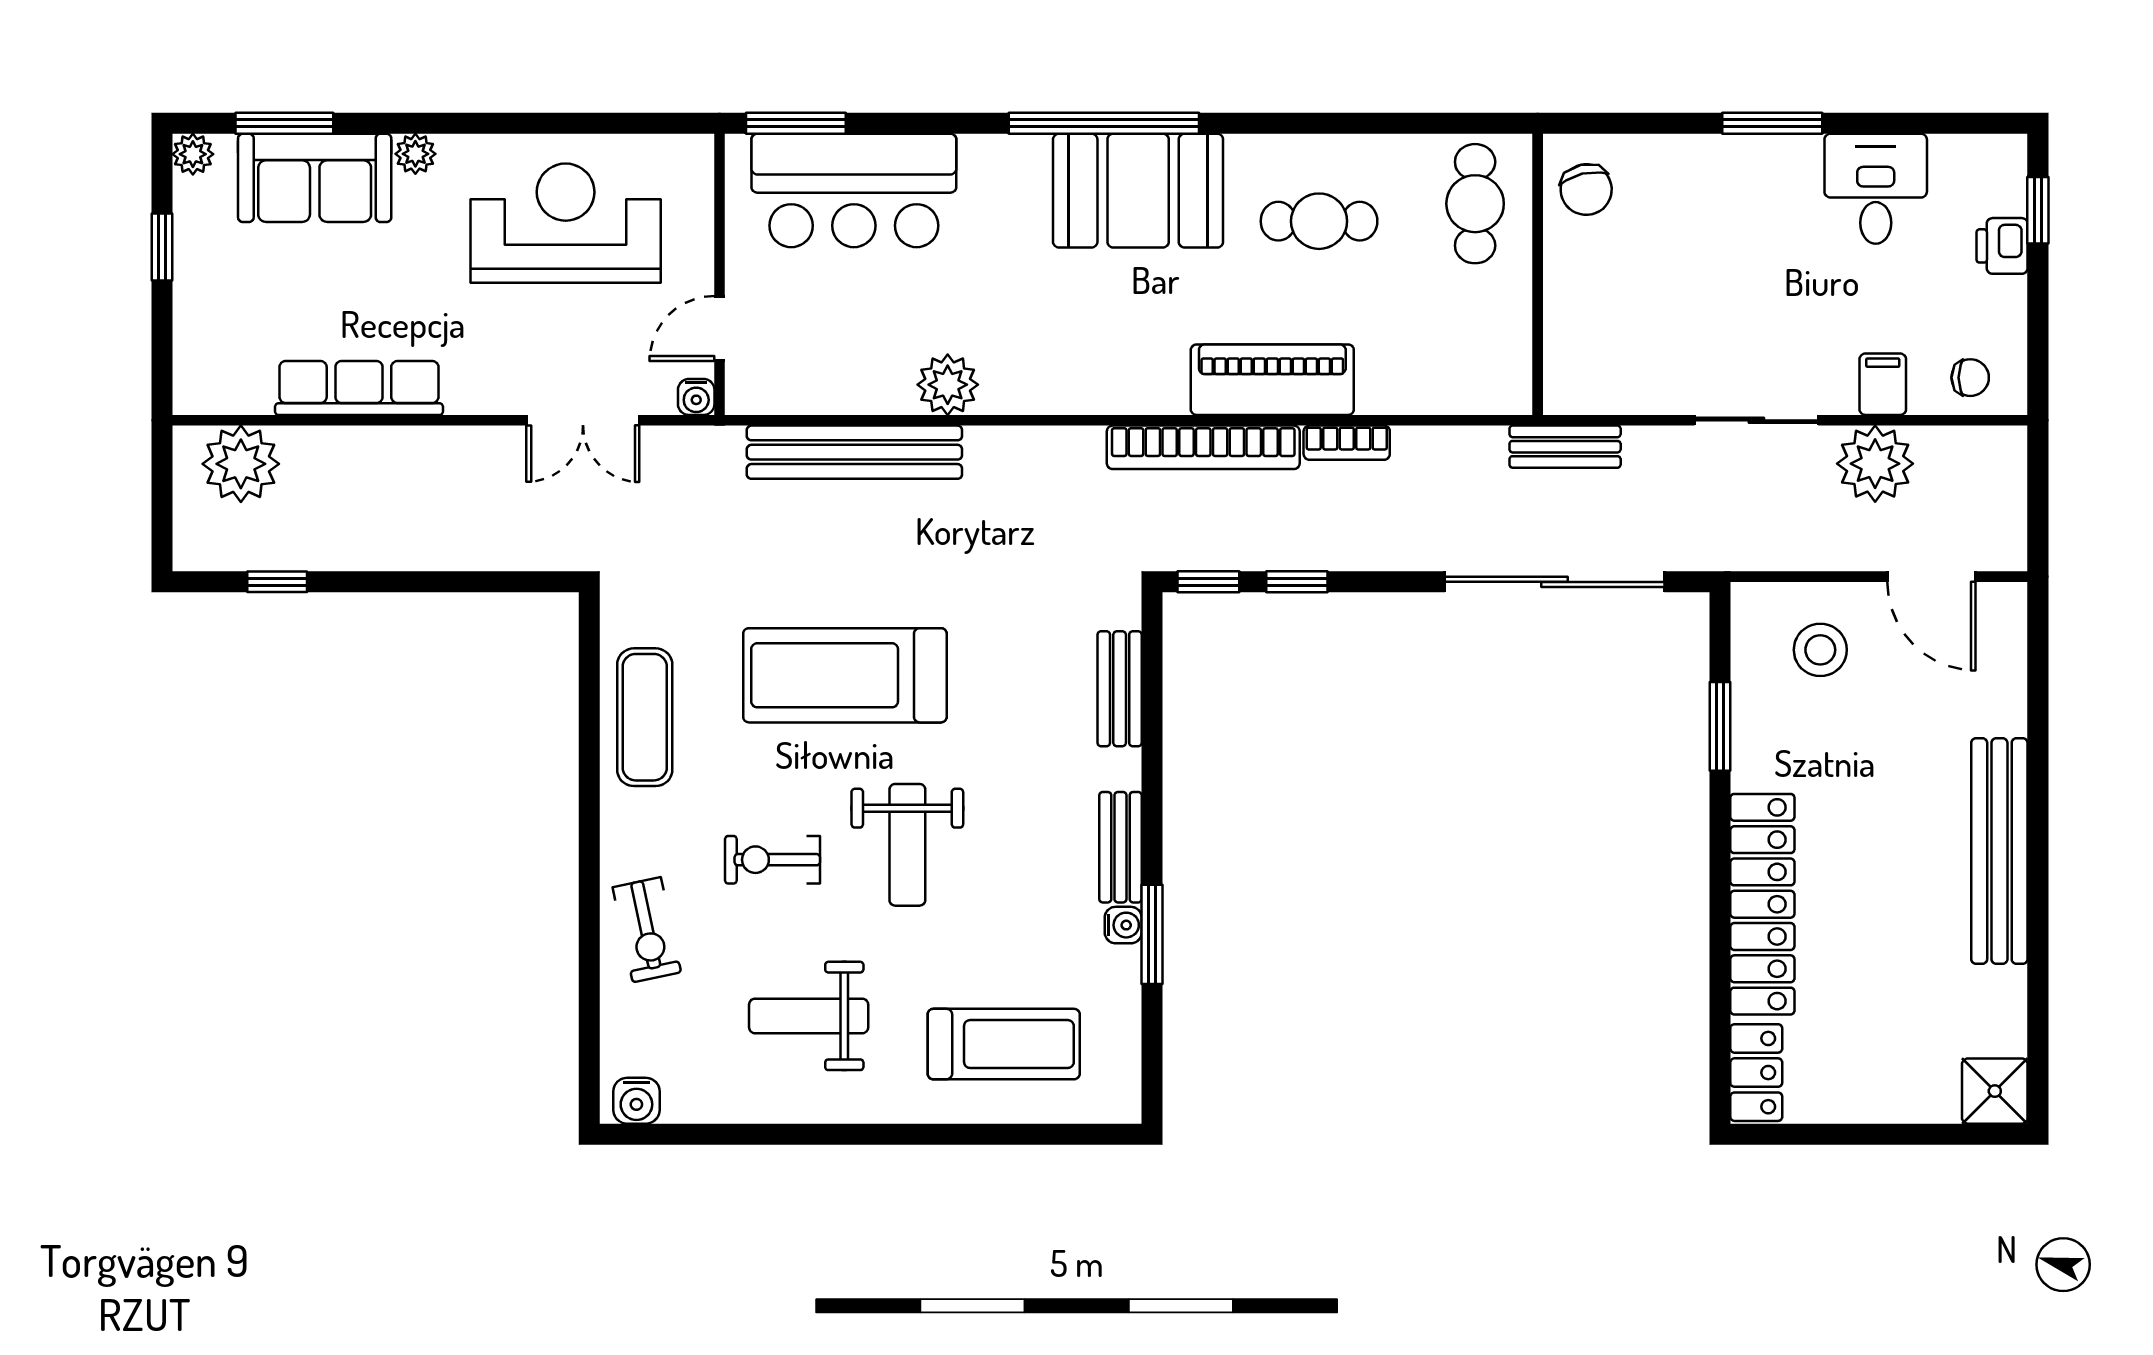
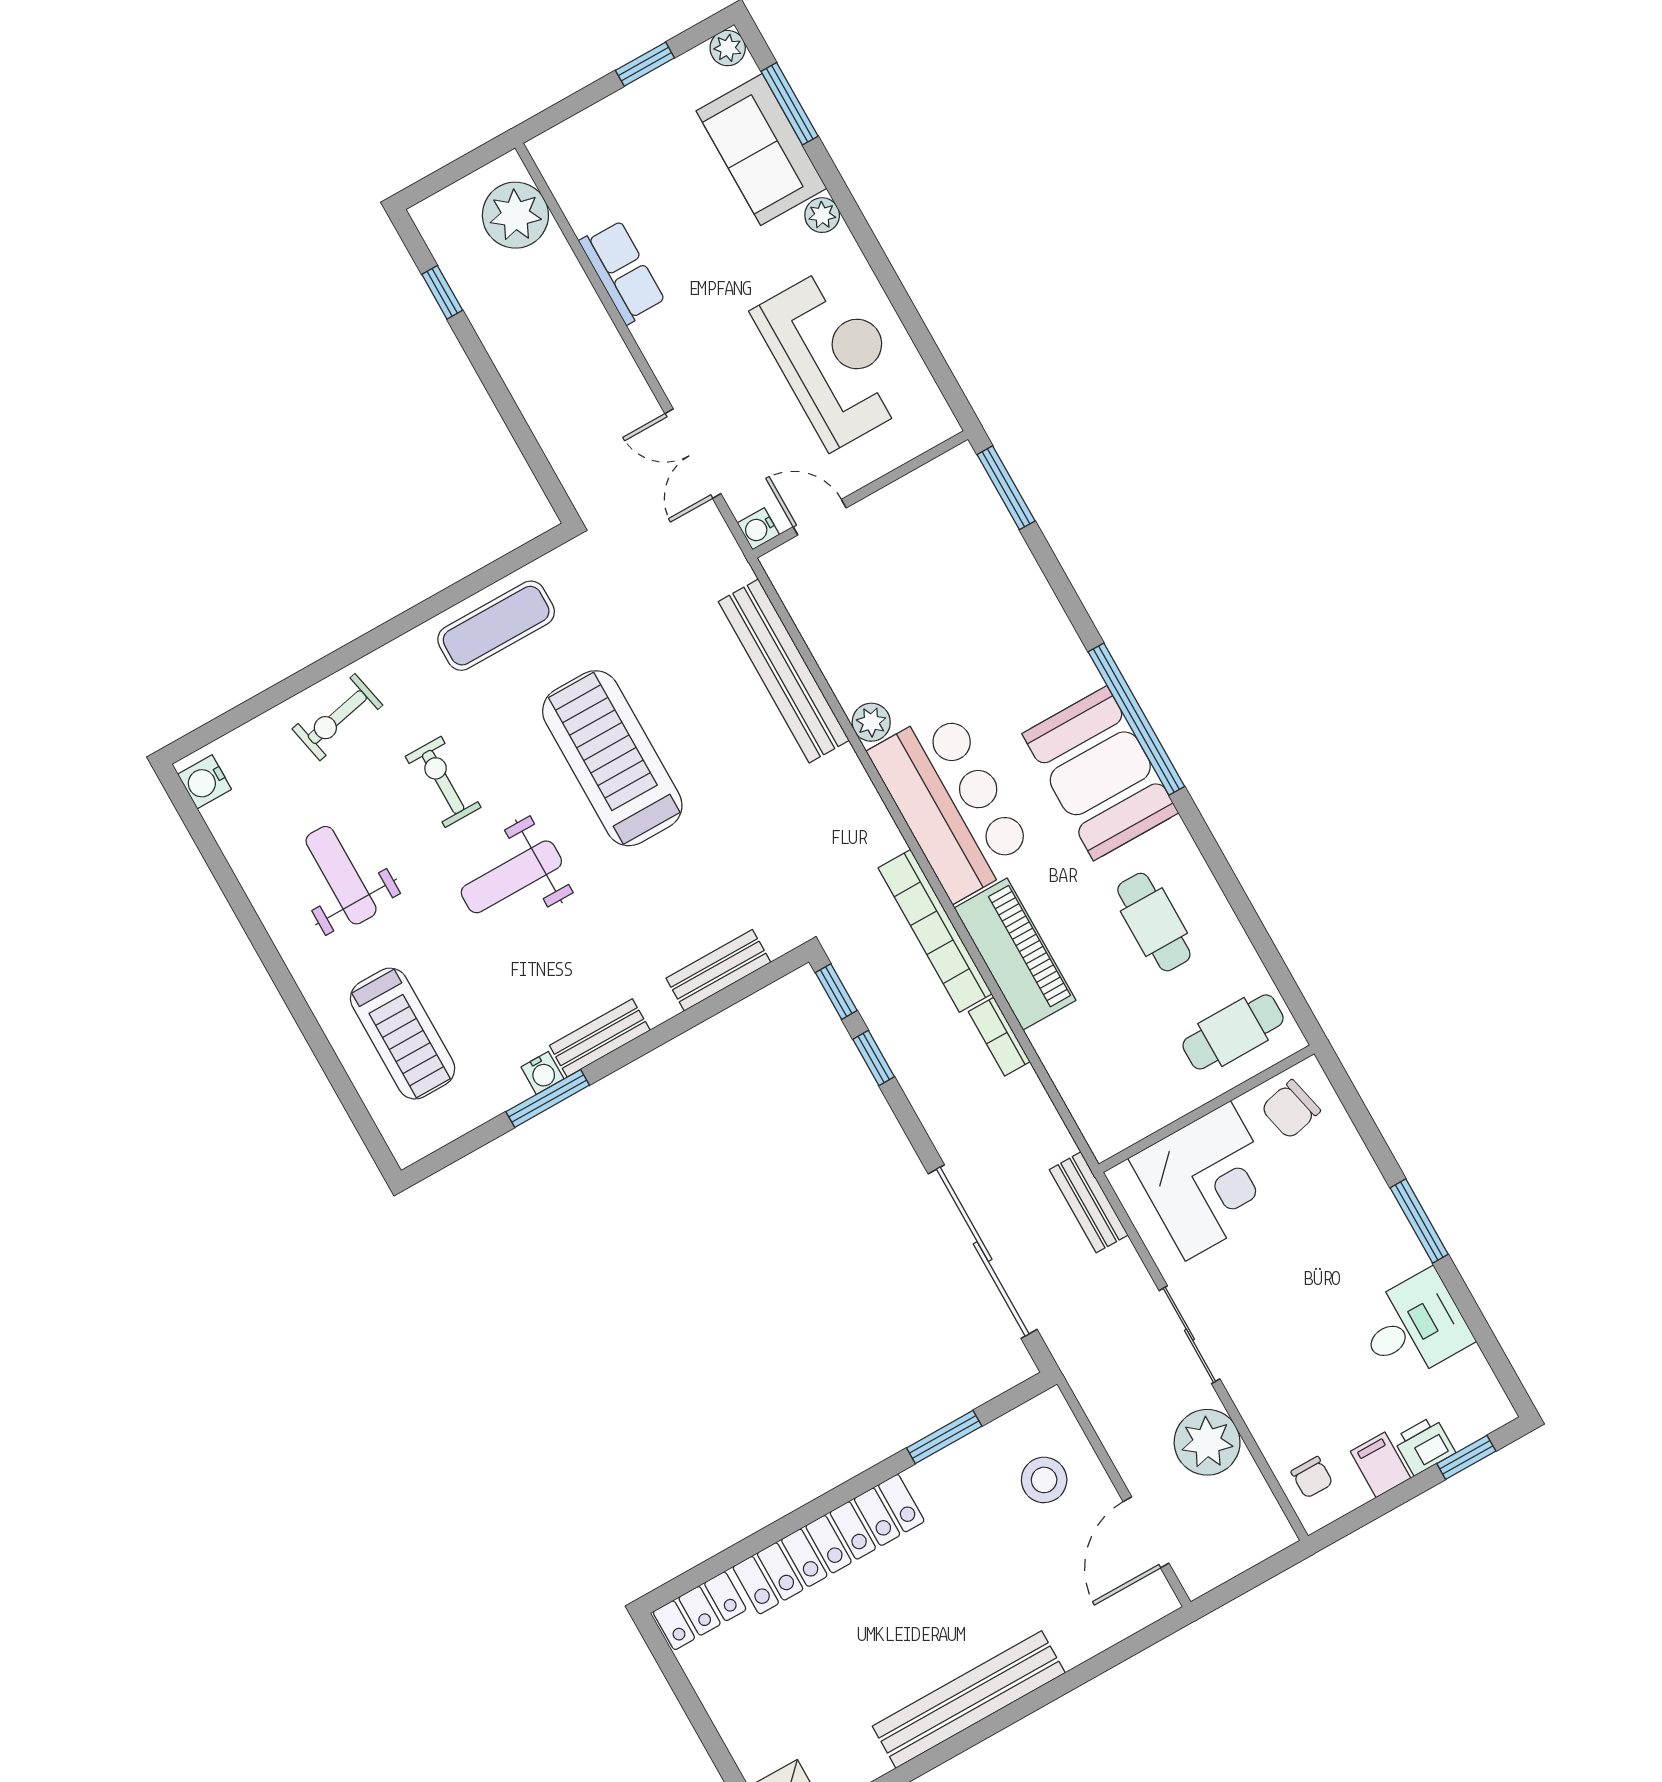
bar counter: (854, 190) -> (952, 804), moved, turned 180
corner desk: (1611, 314) -> (1208, 1181), added
filing cabinet: (1883, 384) -> (1381, 1465), moved, turned -90
plant: (948, 385) -> (871, 722), width x0.73, depth x0.73
row of seats: (359, 388) -> (622, 272), width x0.68

